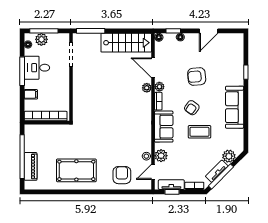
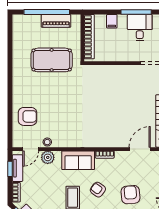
plant: (159, 87) -> (120, 156), removed
plant: (147, 88) -> (119, 142), removed
piano: (31, 166) -> (56, 21), moved
pool table: (76, 170) -> (52, 60), moved, turned 90
door: (153, 172) -> (31, 149), swing flipped

